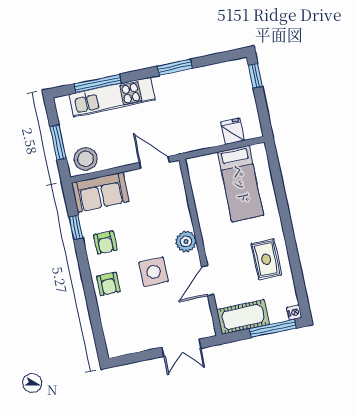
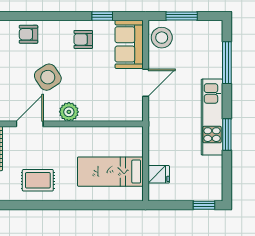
kitchen unit: (112, 97) -> (212, 117), moved
door: (154, 162) -> (146, 83), moved
side table: (154, 272) -> (48, 77), turned -33
door: (208, 281) -> (30, 124), hinge flipped
armchair: (108, 284) -> (28, 34), moved

